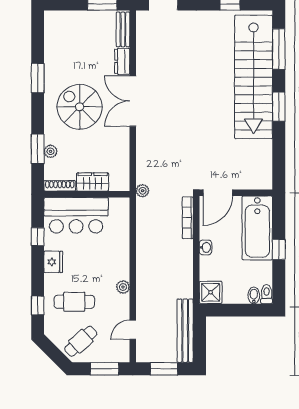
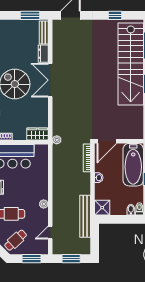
wardrobe: (93, 182) -> (38, 134), moved
bench: (185, 331) -> (85, 216), moved

